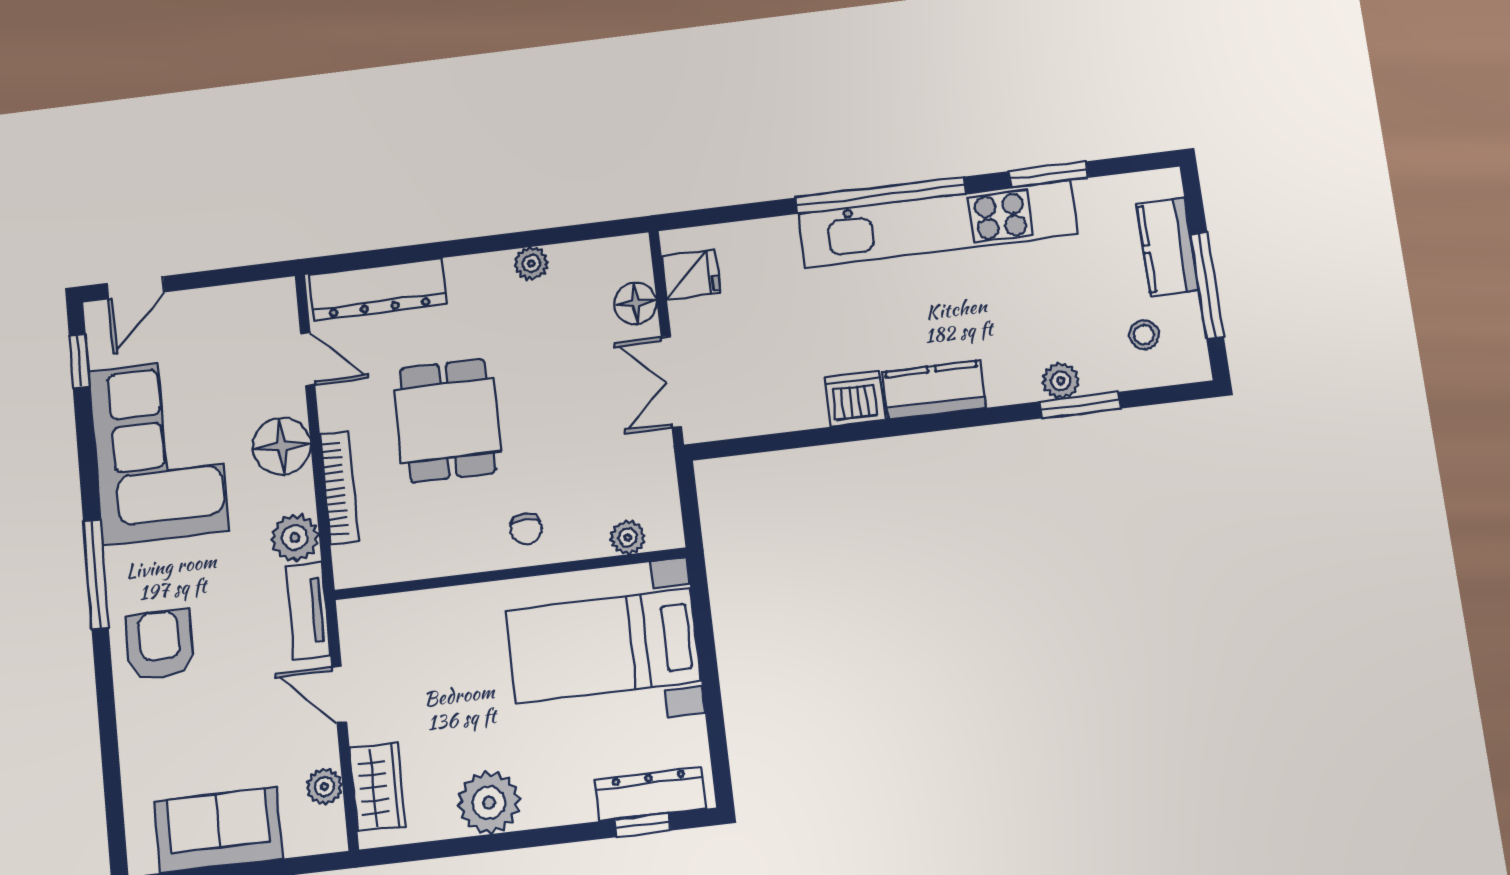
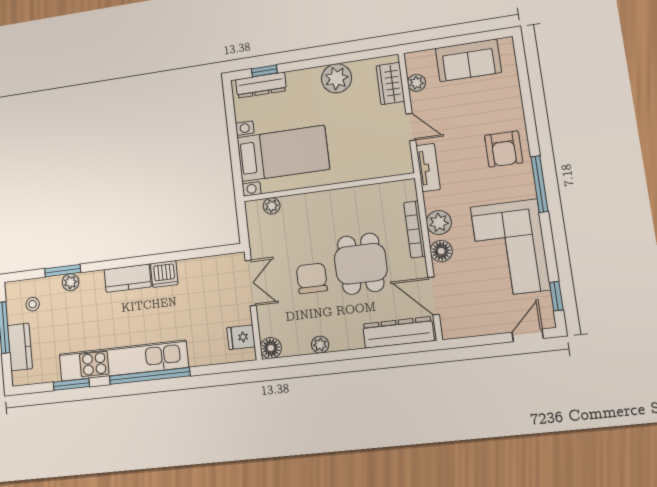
floor lamp: (636, 303) -> (271, 348), moved
door: (308, 359) -> (434, 296), width x1.38
floor lamp: (282, 446) -> (441, 251), width x0.73, depth x0.73
chair: (526, 529) -> (312, 278), moved, width x1.87, depth x1.87
plant: (295, 538) -> (439, 223), moved

